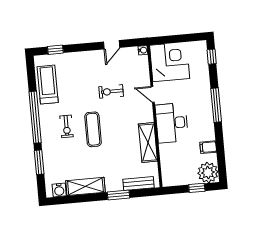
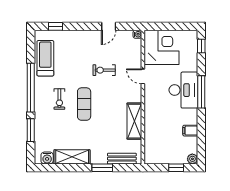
desk: (172, 123) -> (183, 90), moved, turned 180
plant: (208, 173) -> (192, 159), width x0.53, depth x0.53

